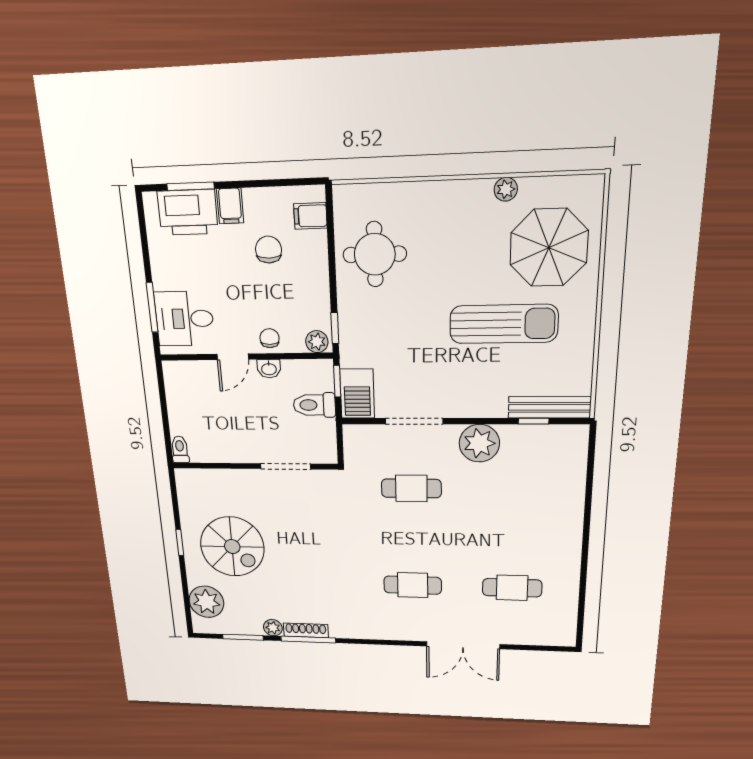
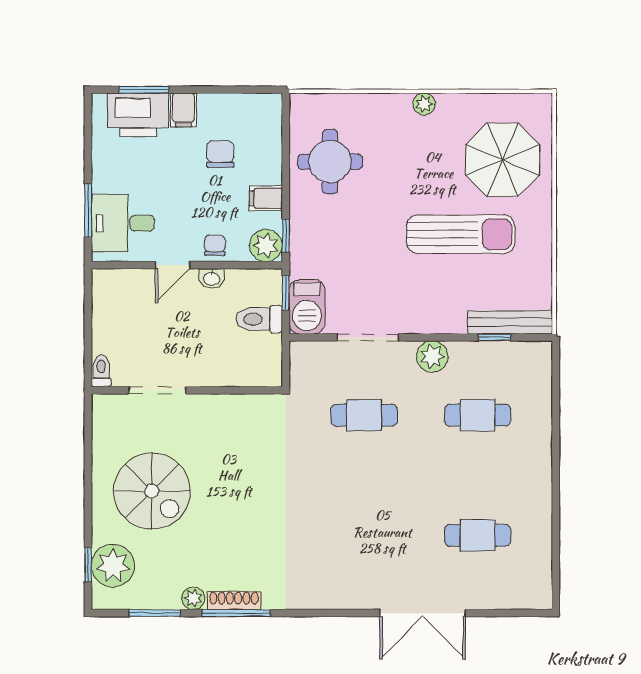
plant: (506, 189) -> (424, 104), moved
filing cabinet: (310, 216) -> (266, 198), moved
plant: (317, 342) -> (266, 245), width x1.38, depth x1.38
plant: (479, 443) -> (432, 356), width x0.73, depth x0.73
doorway: (286, 466) -> (157, 390), moved
window: (180, 542) -> (88, 565), moved
cafe table: (413, 585) -> (478, 415), moved

